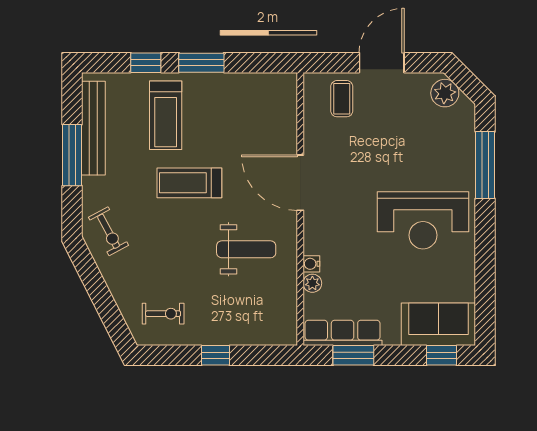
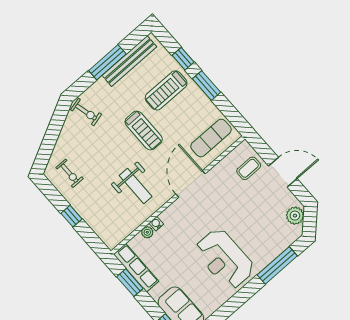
exercise mat: (267, 111) -> (211, 138), added
treadmill: (189, 183) -> (144, 131), turned 180
exercise bike: (109, 231) -> (86, 112), turned -76

